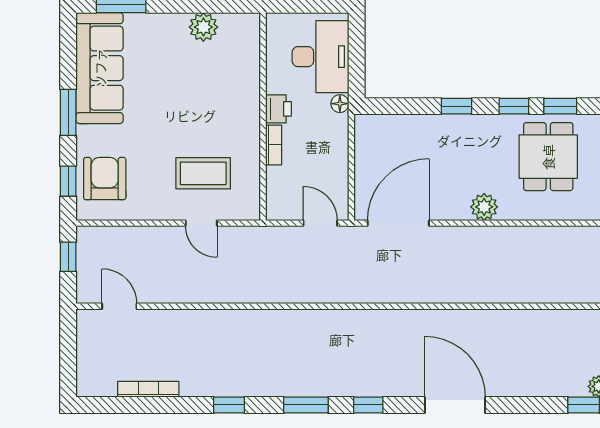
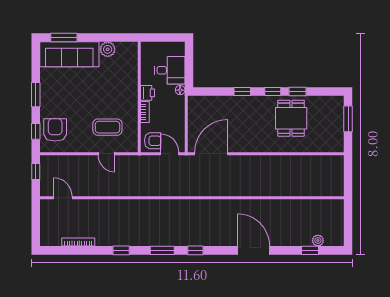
desk: (320, 57) -> (170, 70), width x0.73
sofa: (100, 68) -> (69, 54), moved, turned 90
armchair: (288, 199) -> (153, 141), added
plant: (484, 207) -> (257, 145), removed
door: (455, 405) -> (254, 250), moved

